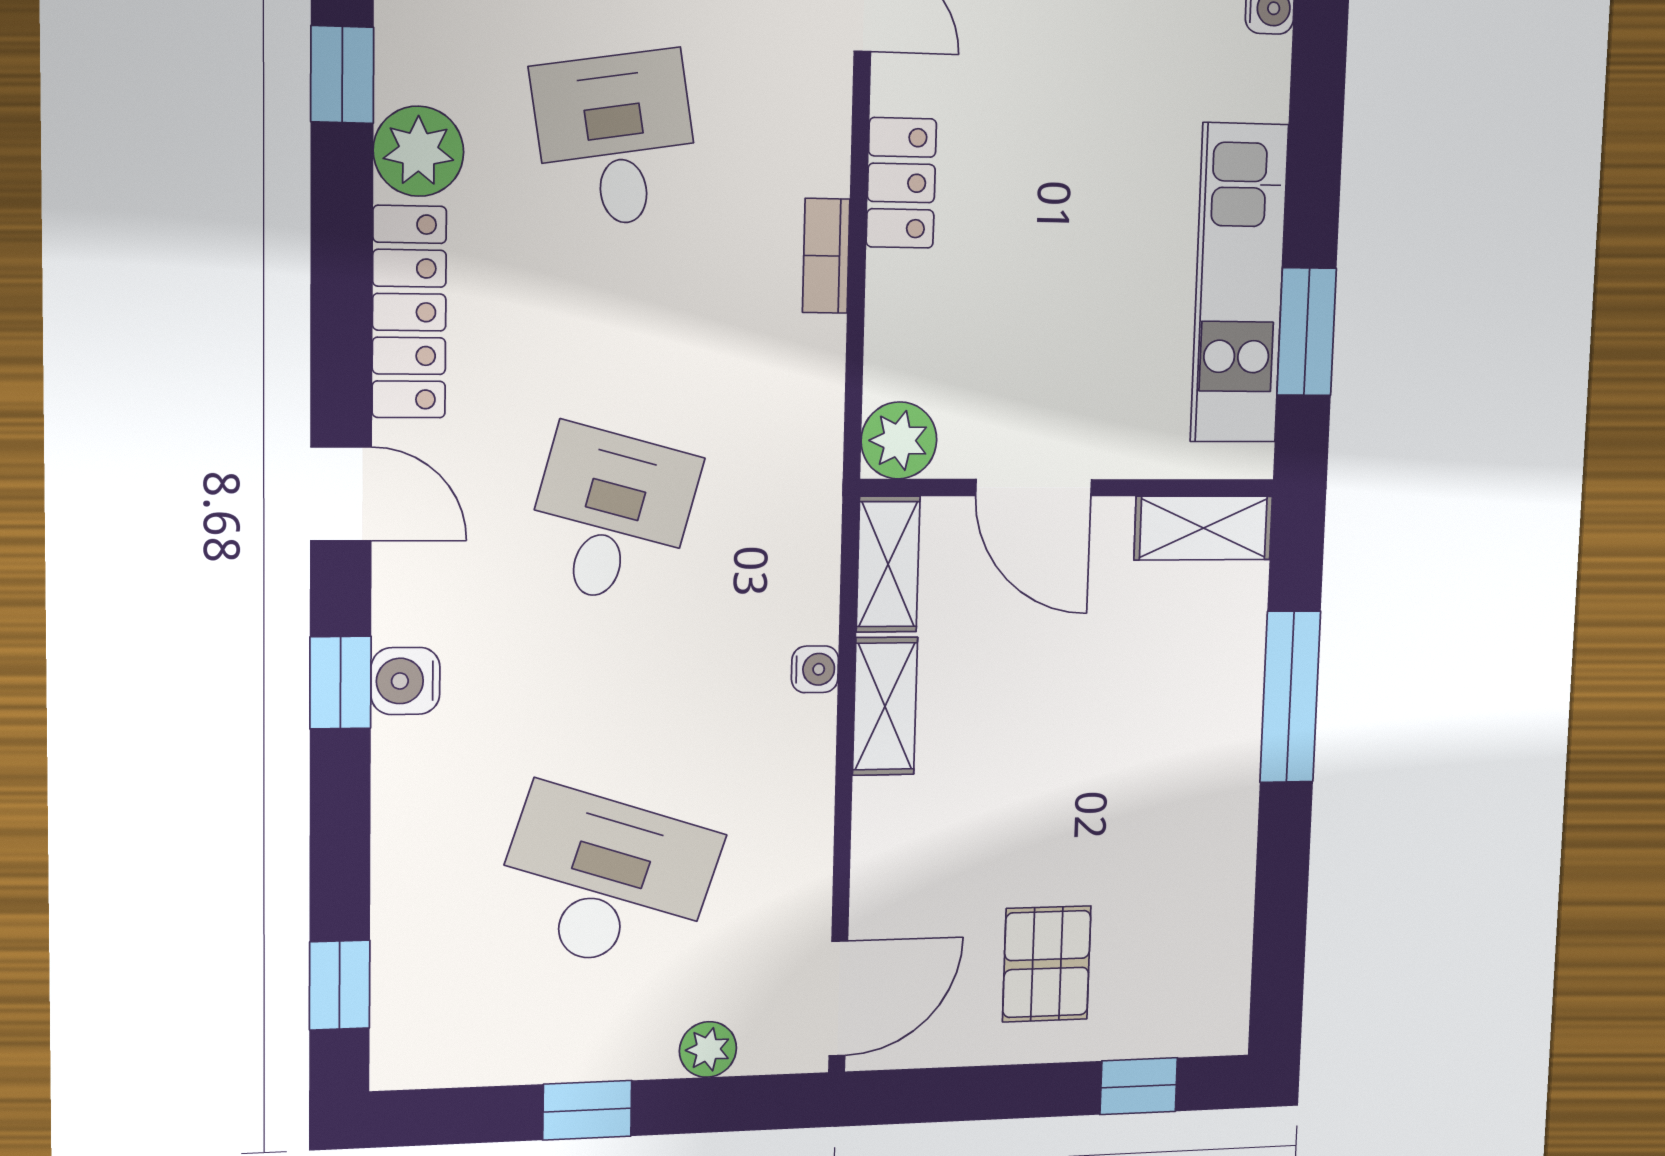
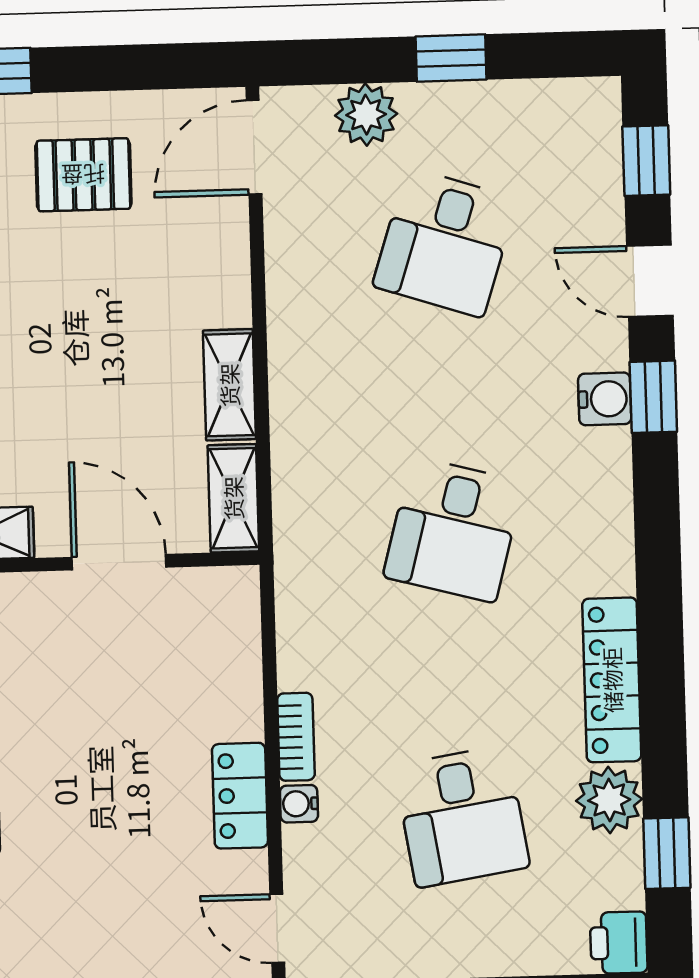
plant: (899, 440) -> (230, 596), removed
door: (341, 494) -> (650, 281), moved
water cooler: (815, 669) -> (299, 804), moved
desk: (605, 881) -> (445, 243), width x0.73
pallet: (1047, 964) -> (83, 175), turned 90
plant: (708, 1049) -> (366, 115), width x1.38, depth x1.38

